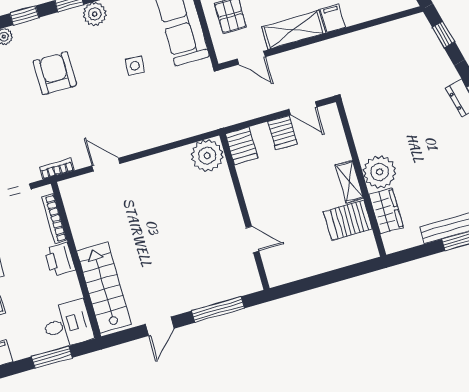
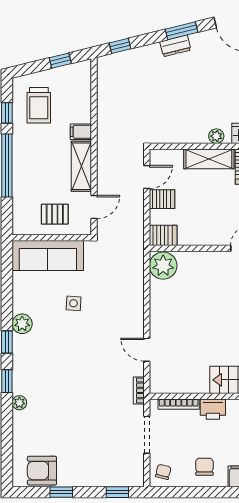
armchair: (55, 73) -> (61, 370), removed
door: (106, 165) -> (147, 350), hinge flipped
plant: (380, 172) -> (216, 136), width x0.53, depth x0.53
shelving: (349, 182) -> (209, 159), width x1.50, depth x1.33

